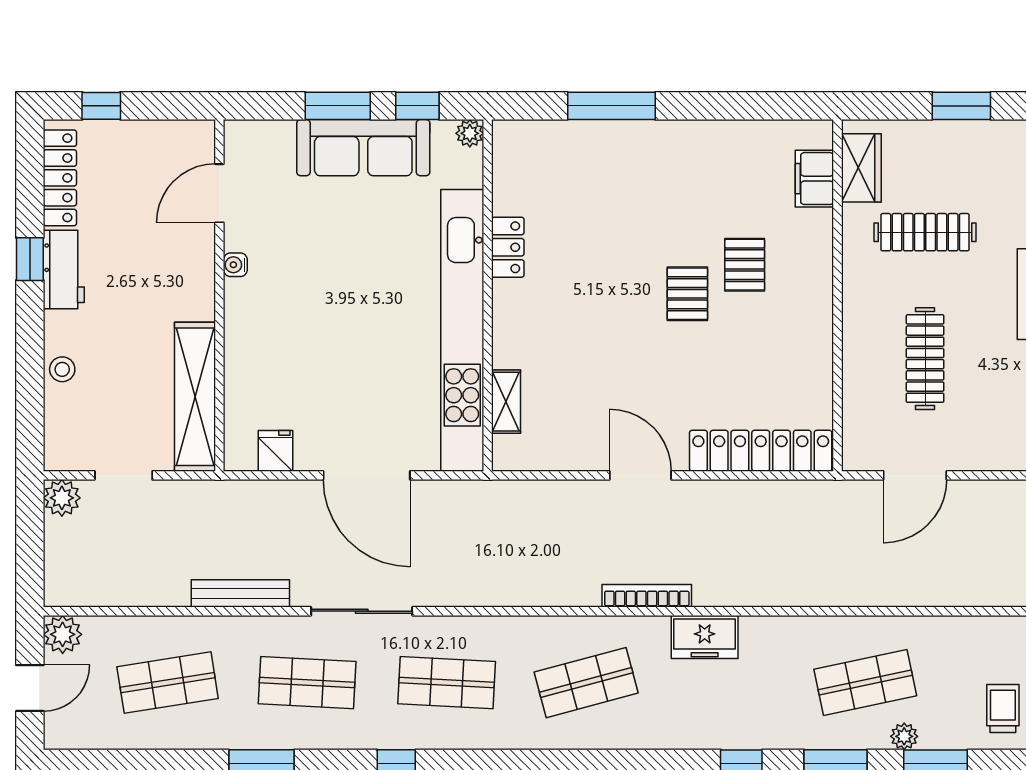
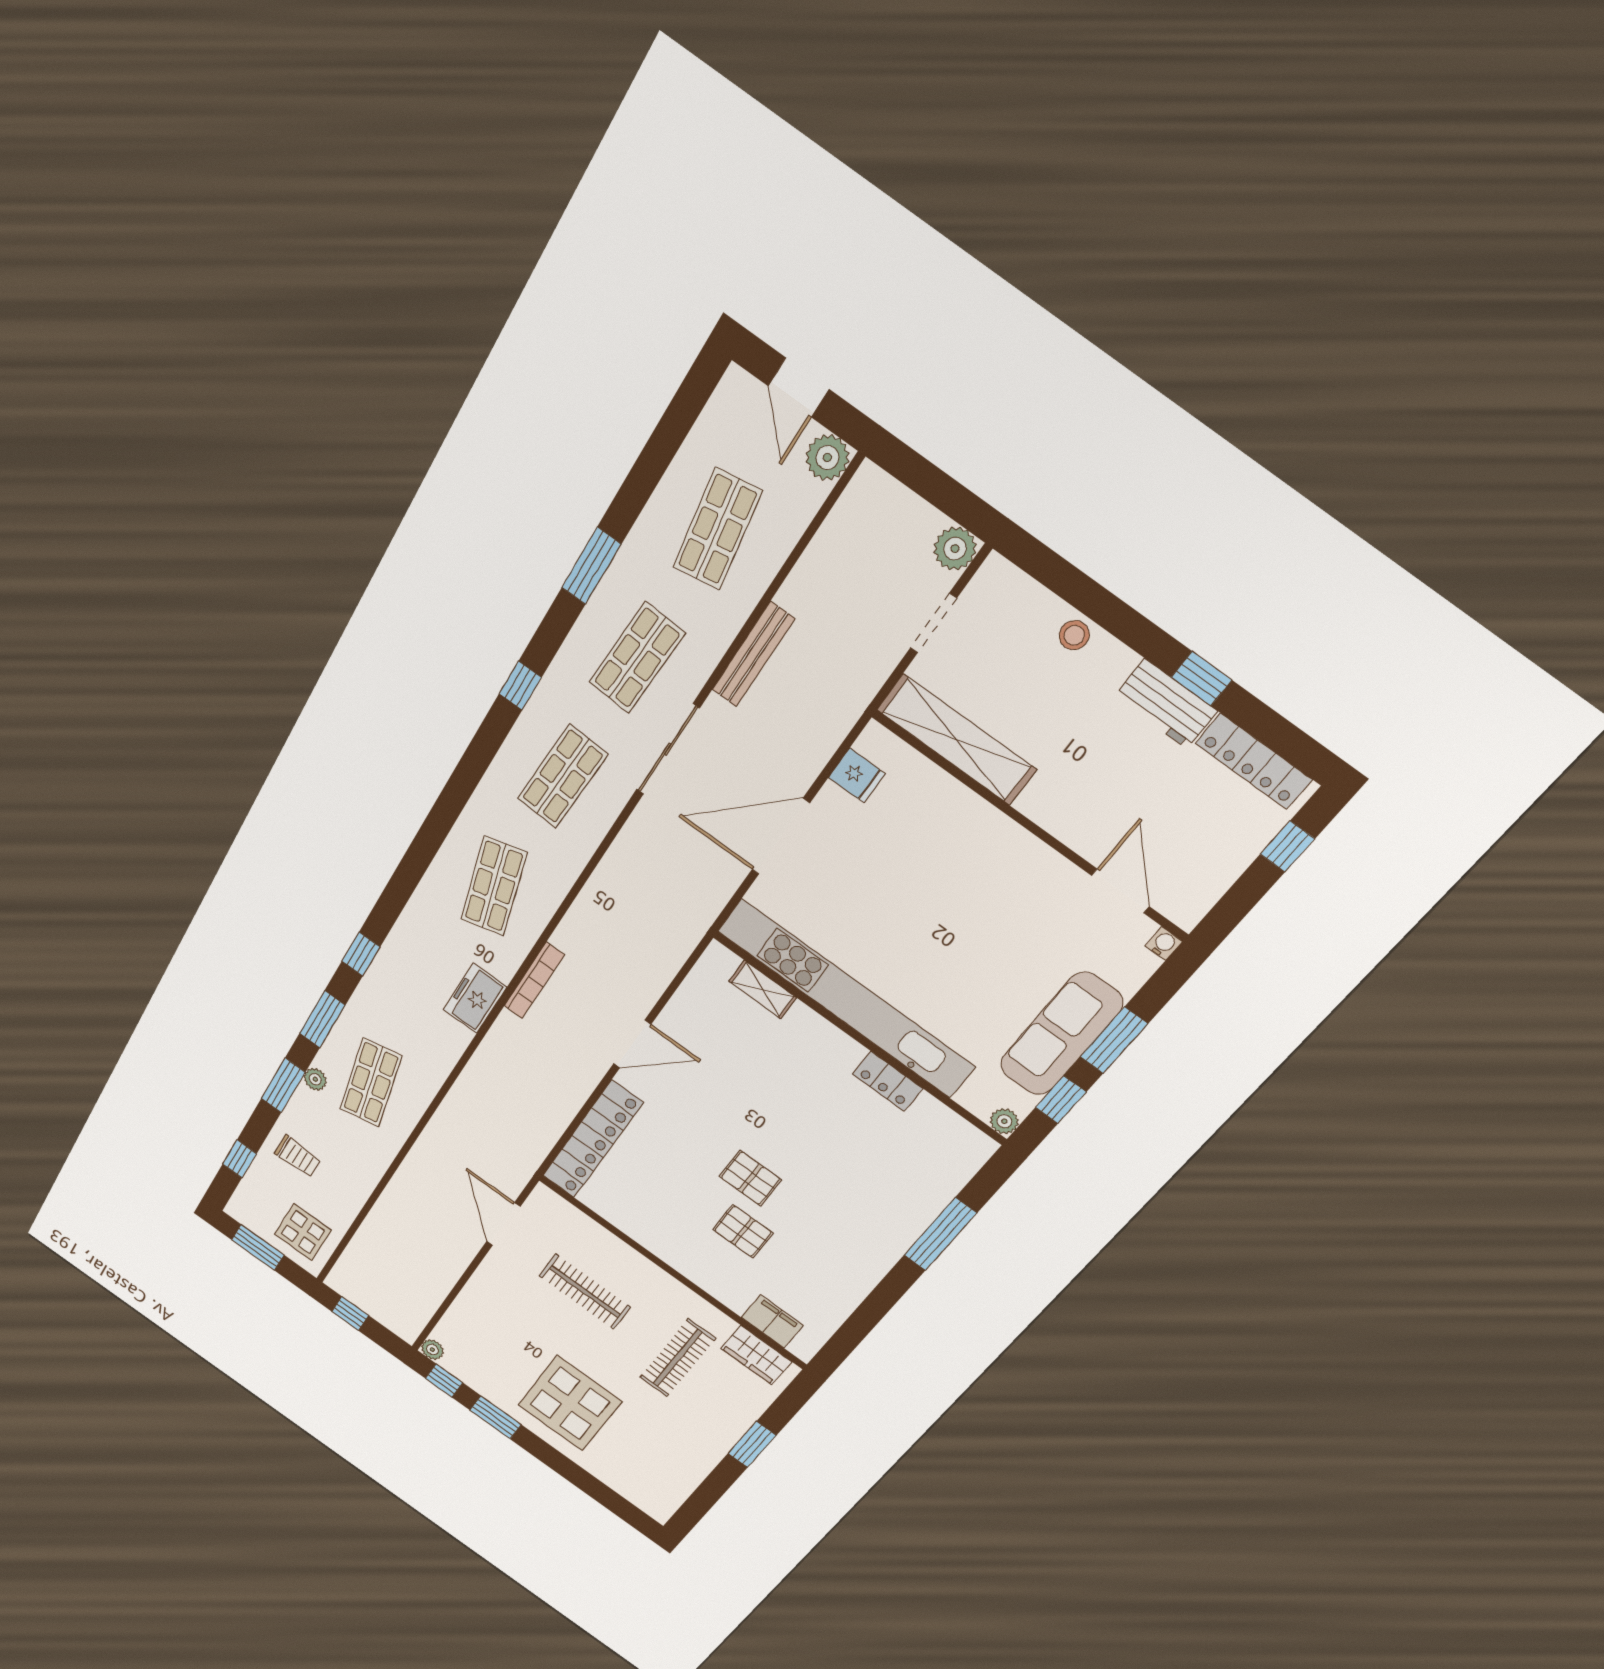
water cooler: (235, 265) -> (1164, 944), moved

